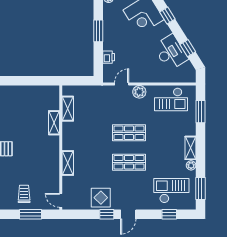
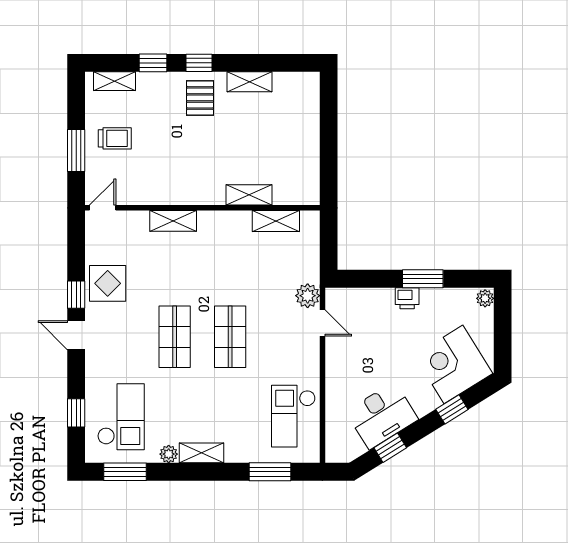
printer: (109, 57) -> (407, 298), moved
plant: (139, 92) -> (308, 296), moved

